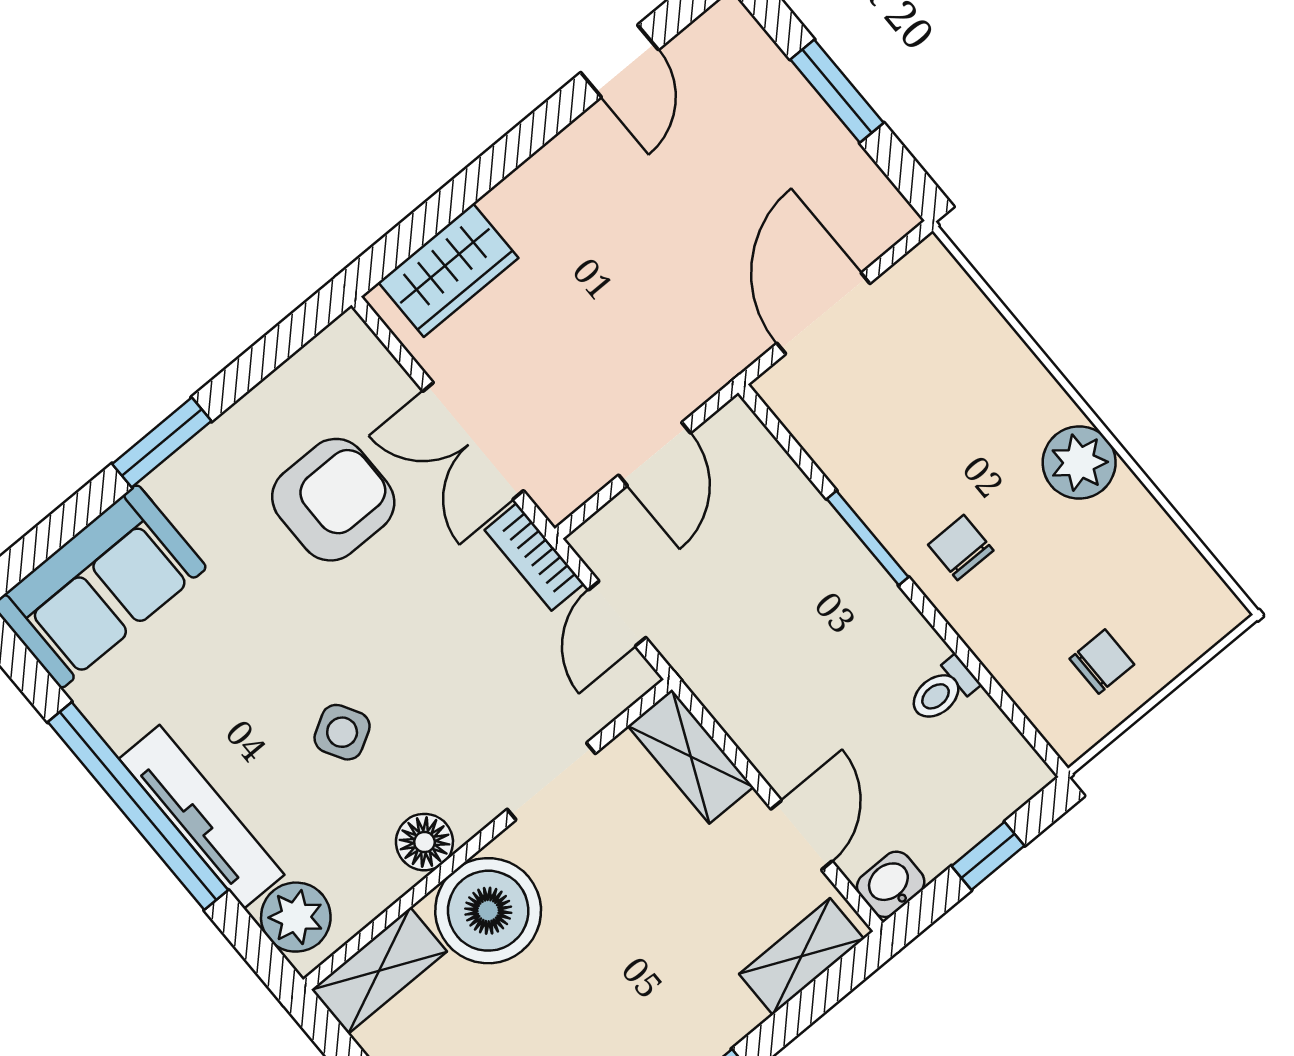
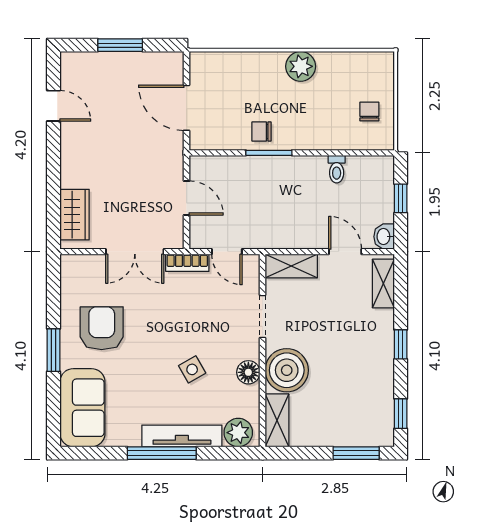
armchair: (333, 500) -> (102, 328), moved
chair: (961, 548) -> (261, 131), moved
window: (138, 806) -> (162, 453), width x0.68

